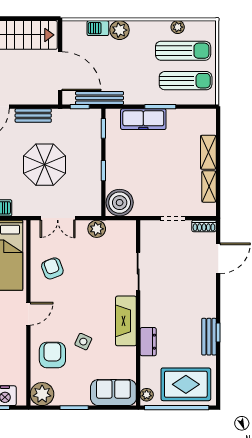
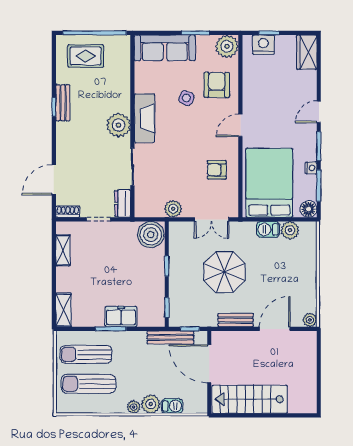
plant: (178, 27) -> (134, 407), moved
freezer: (143, 119) -> (121, 317), width x0.71
shelving: (208, 152) -> (63, 310), moved
double door: (58, 218) -> (212, 219), swing flipped
armchair: (52, 268) -> (217, 170), turned 111
dresser: (148, 342) -> (123, 203), moved
armchair: (52, 355) -> (217, 85), turned 180
rug: (186, 384) -> (86, 56), width x0.73, depth x0.70
sofa: (113, 393) -> (165, 48), width x1.36
plant: (147, 395) -> (119, 125), moved, width x1.88, depth x1.88

